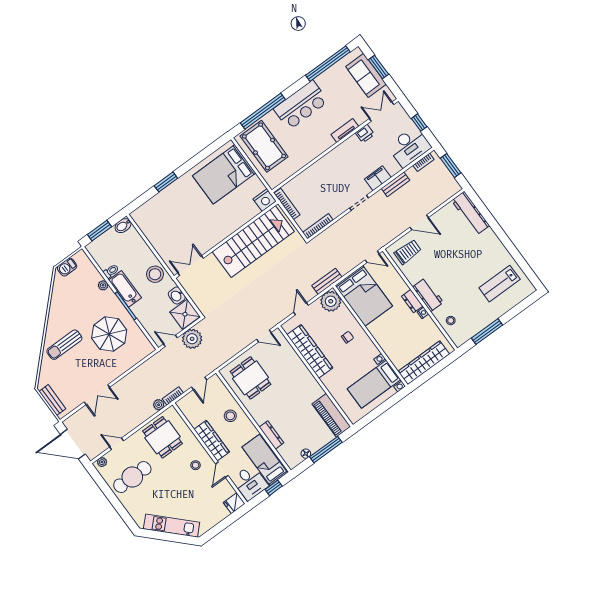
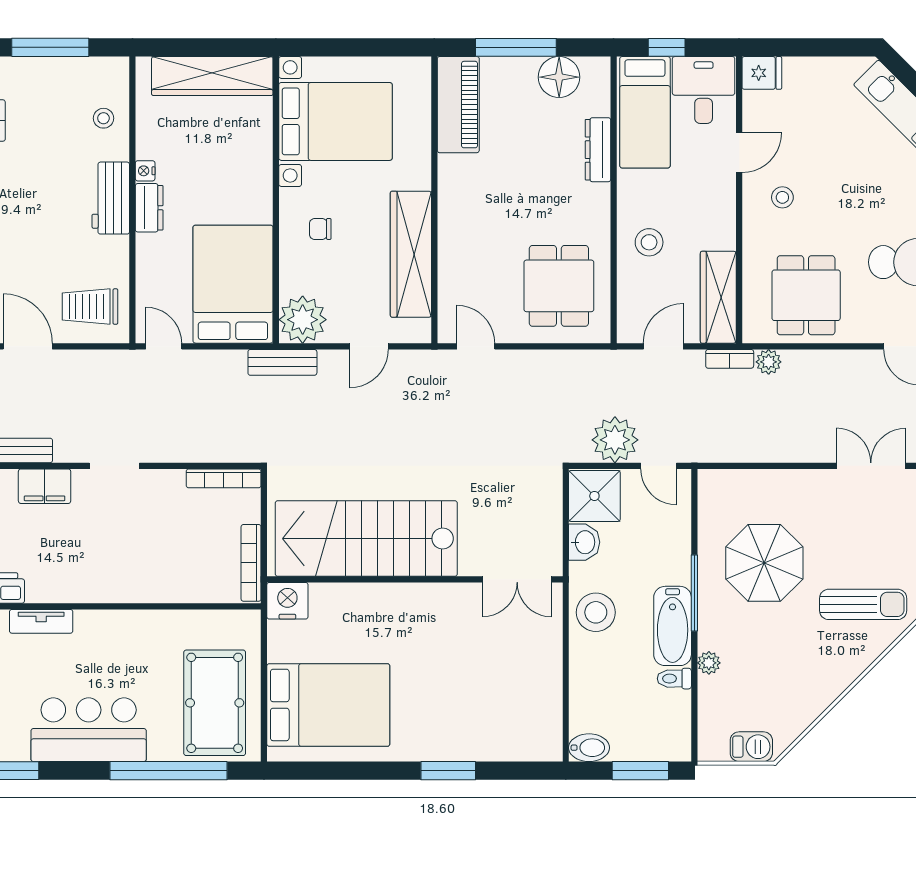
bed with nightstands: (374, 384) -> (335, 121), width x1.36
wardrobe: (212, 441) -> (718, 297), moved
floor lamp: (306, 454) -> (559, 77), width x1.89, depth x1.89

